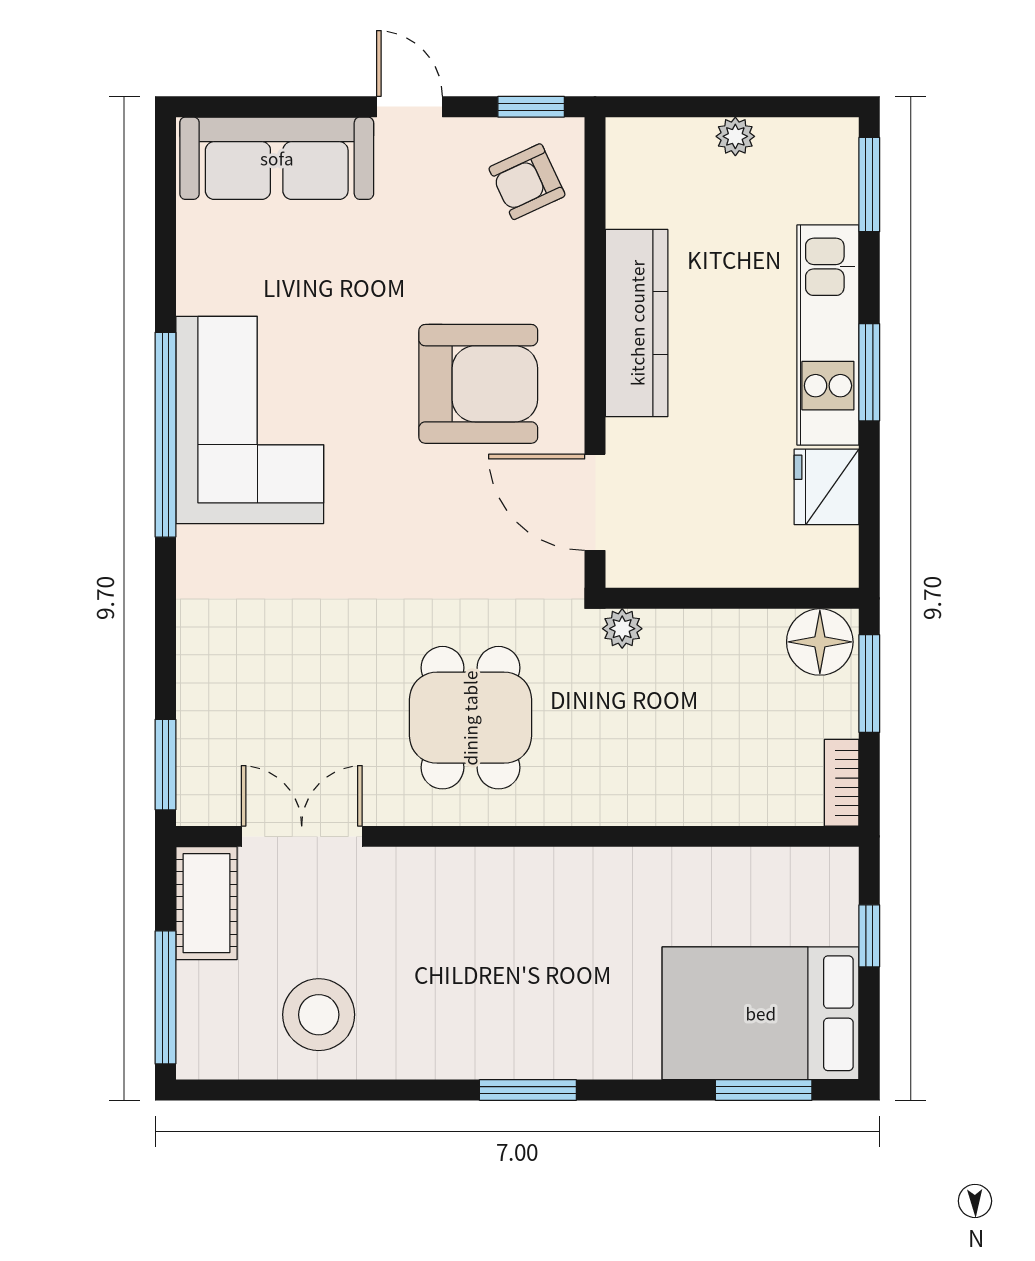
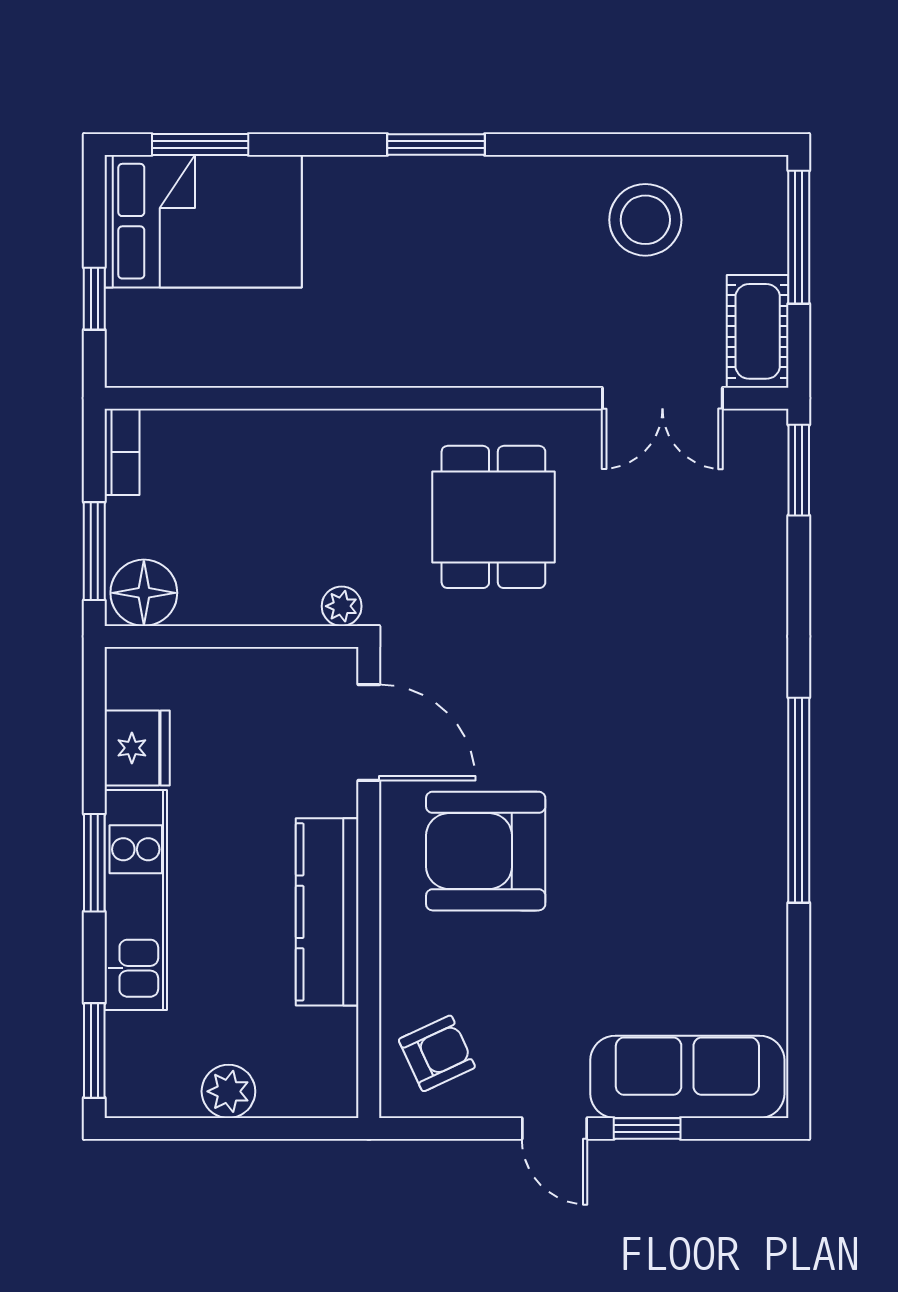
window: (531, 107) -> (647, 1128), moved
plant: (735, 136) -> (228, 1091), width x1.38, depth x1.38
corner sofa: (250, 420) -> (714, 815), removed

